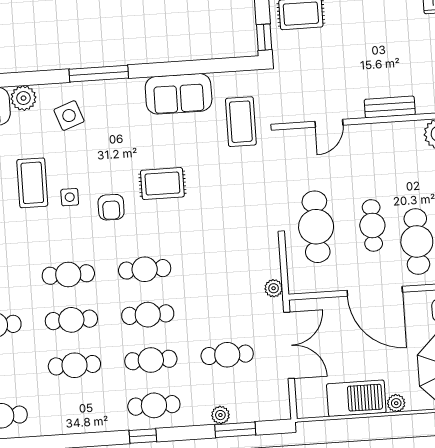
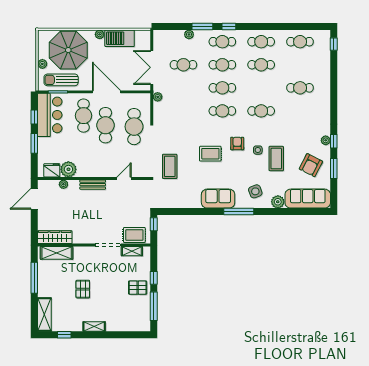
sofa: (179, 94) -> (218, 199), moved
coffee table: (241, 122) -> (170, 166), moved
cafe table: (372, 225) -> (105, 125), width x1.37, depth x1.35
cafe table: (71, 320) -> (261, 42), moved
window: (235, 430) -> (202, 27), moved

